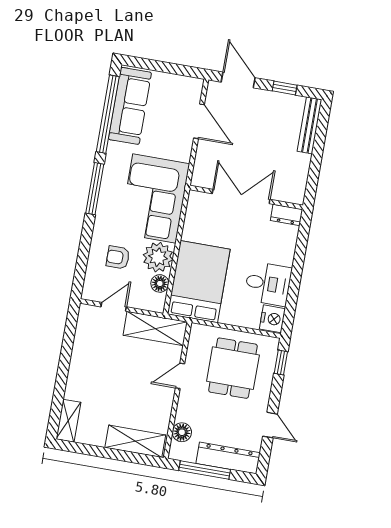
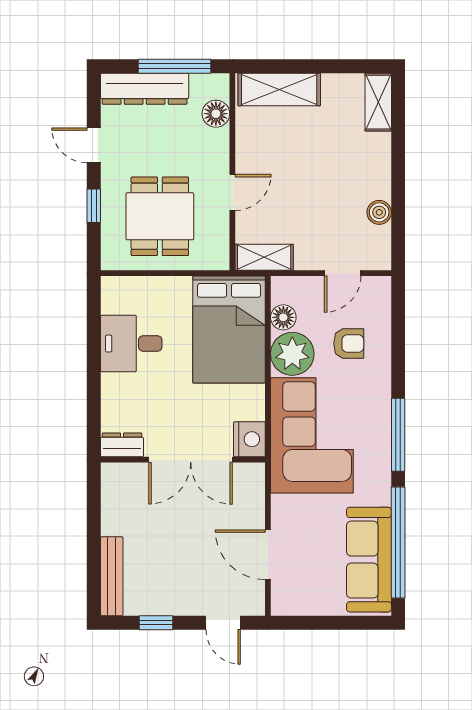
door: (238, 80) -> (223, 623), width x0.73
nightstand: (272, 319) -> (249, 439), moved, turned 180
shelving: (155, 328) -> (264, 257), width x0.67, depth x0.75
boiler: (81, 344) -> (379, 212), added
window: (281, 363) -> (94, 206), moved

